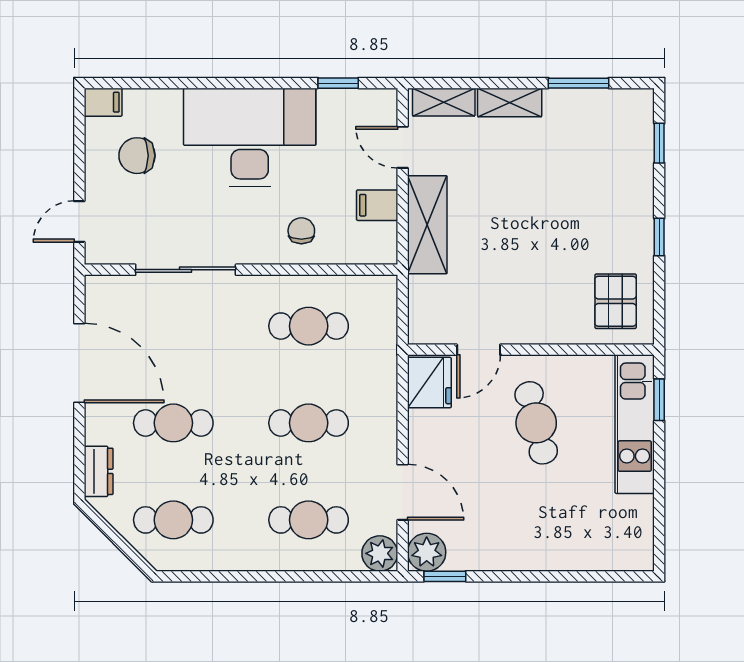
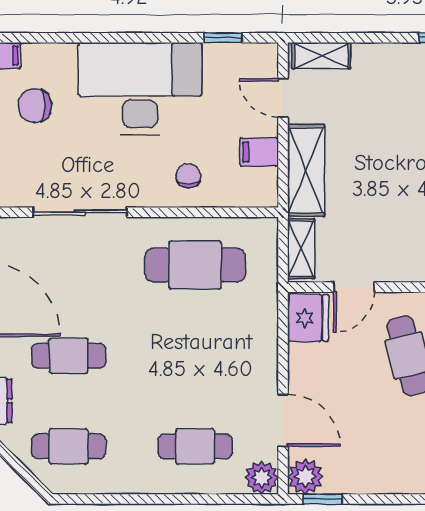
shelving: (510, 102) -> (301, 249), moved, turned 90
cafe table: (309, 326) -> (195, 265), width x1.37, depth x1.35
cafe table: (309, 423) -> (195, 356), removed

